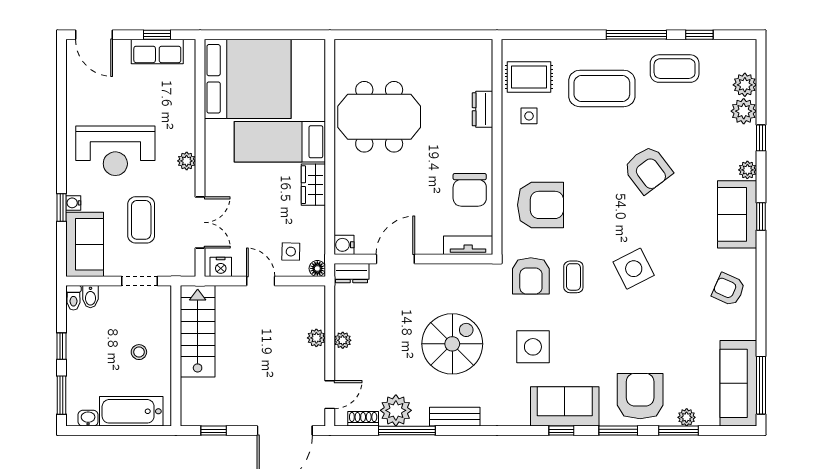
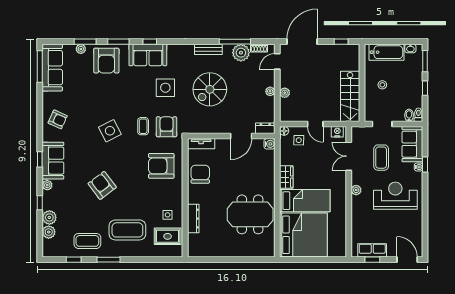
window: (636, 35) -> (108, 260), width x0.69
bed: (248, 79) -> (303, 235), moved, turned 180
dresser: (482, 109) -> (193, 219), width x1.44

